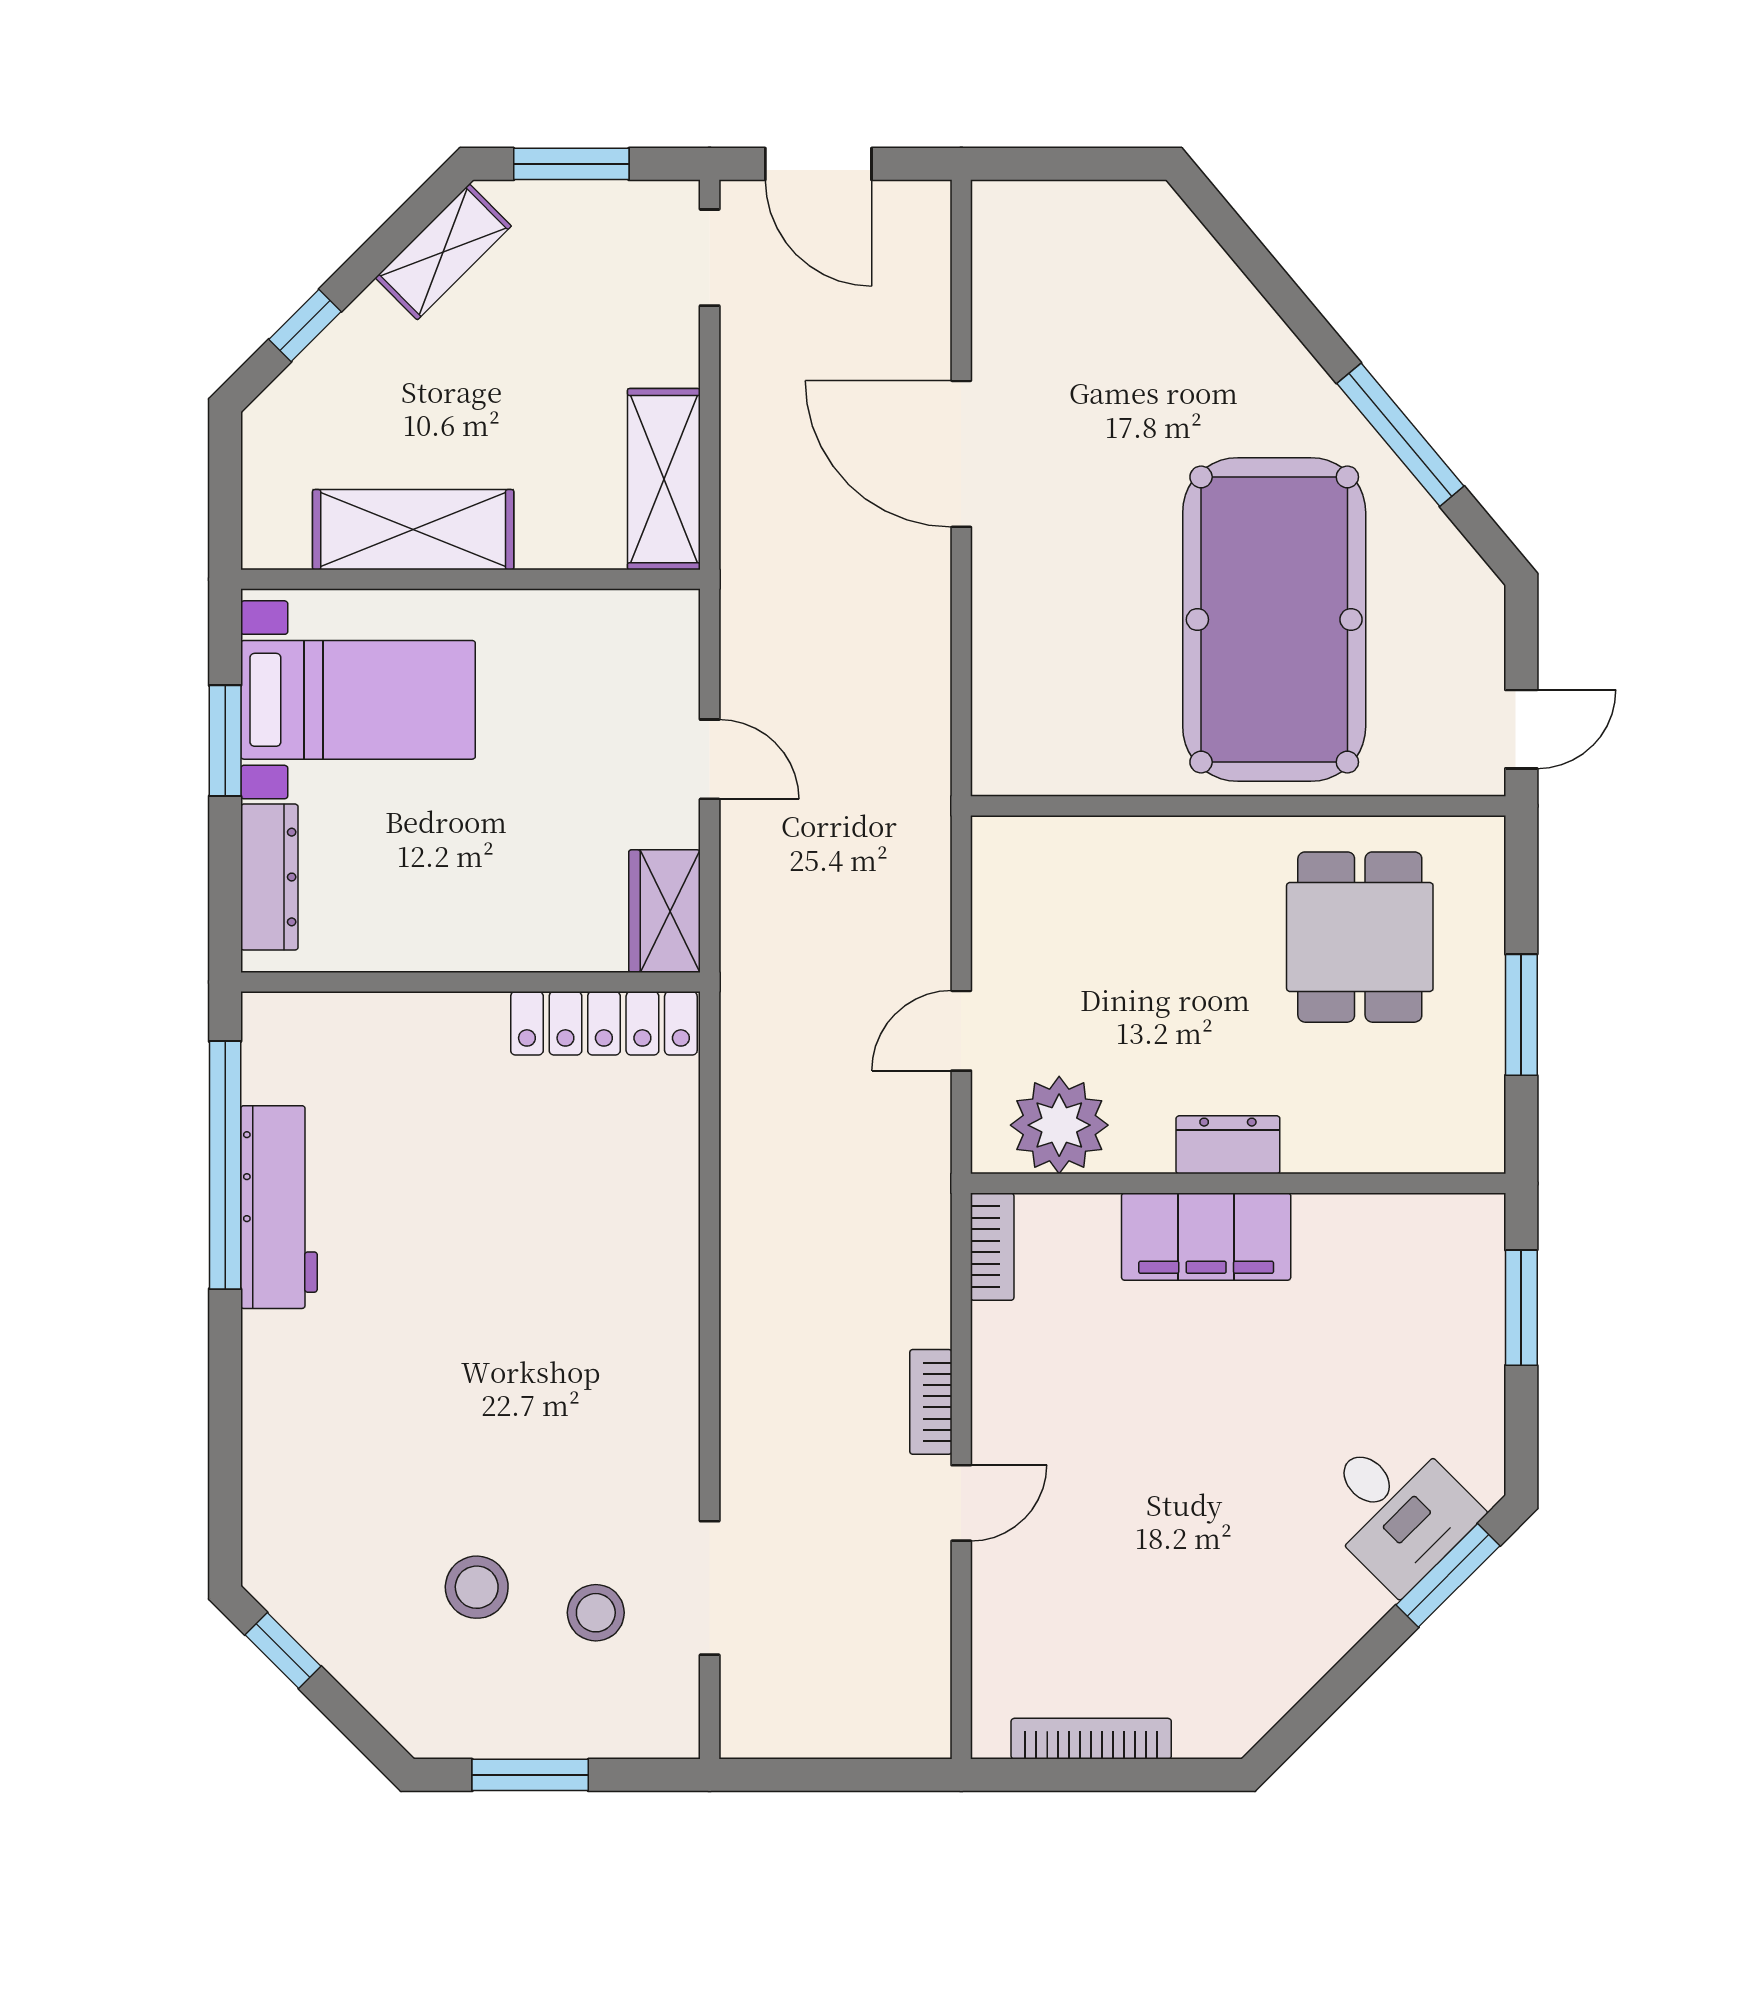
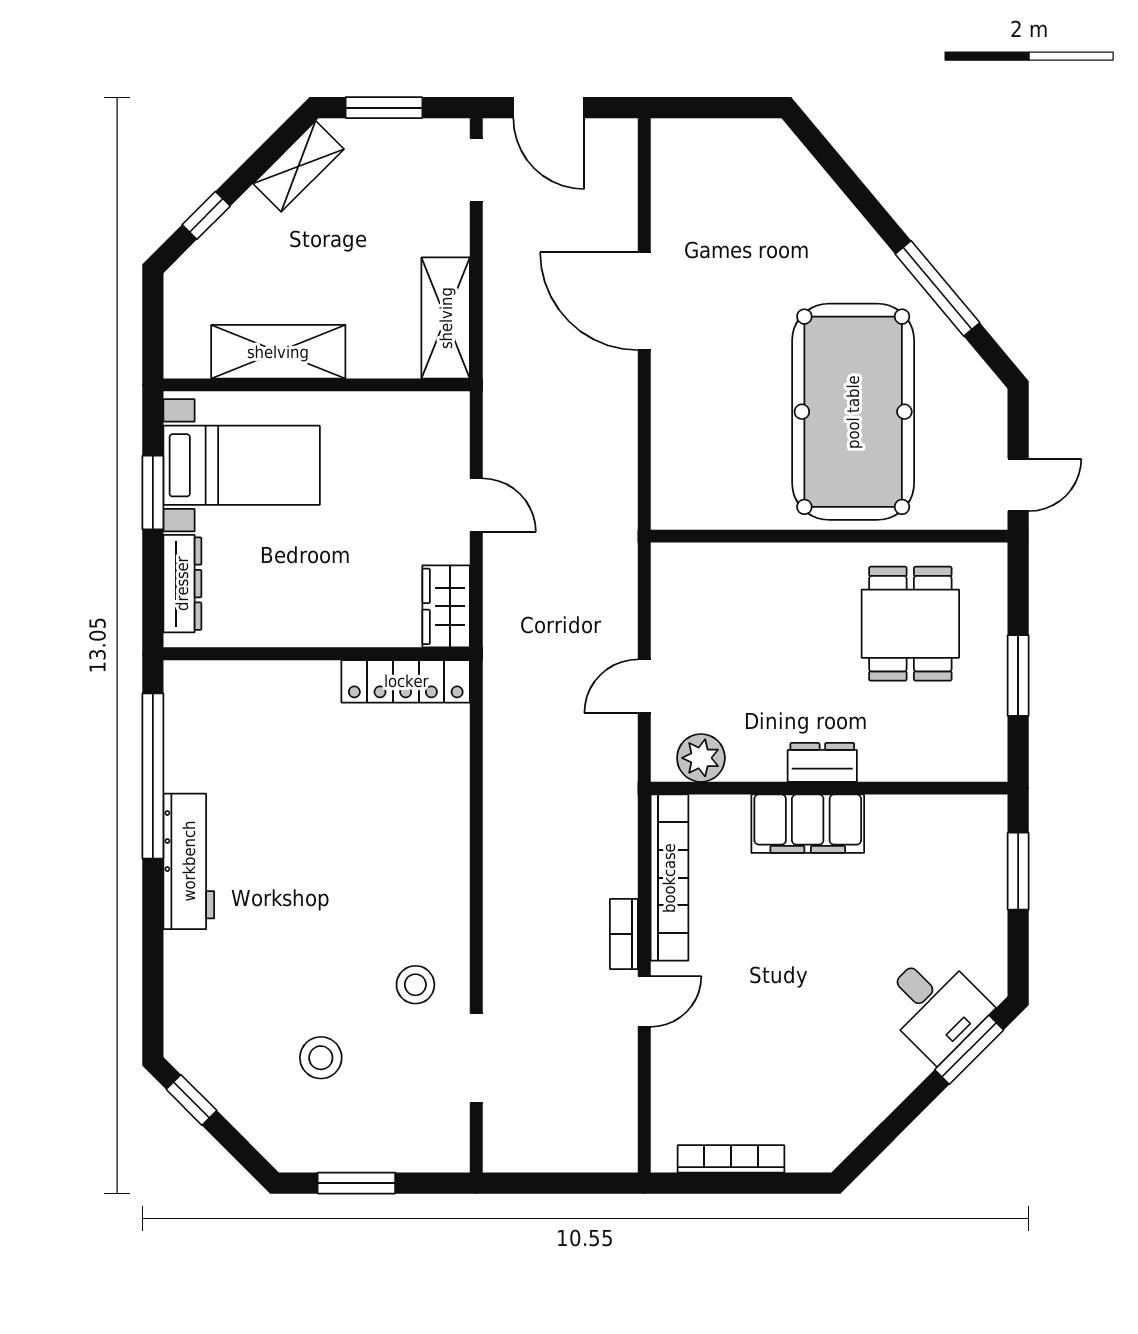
plant: (1059, 1125) -> (701, 758), width x0.73, depth x0.73
workbench: (279, 1207) -> (189, 861), moved
bookcase: (992, 1247) -> (669, 878), width x2.31, depth x1.31
stool: (596, 1613) -> (415, 985), moved

